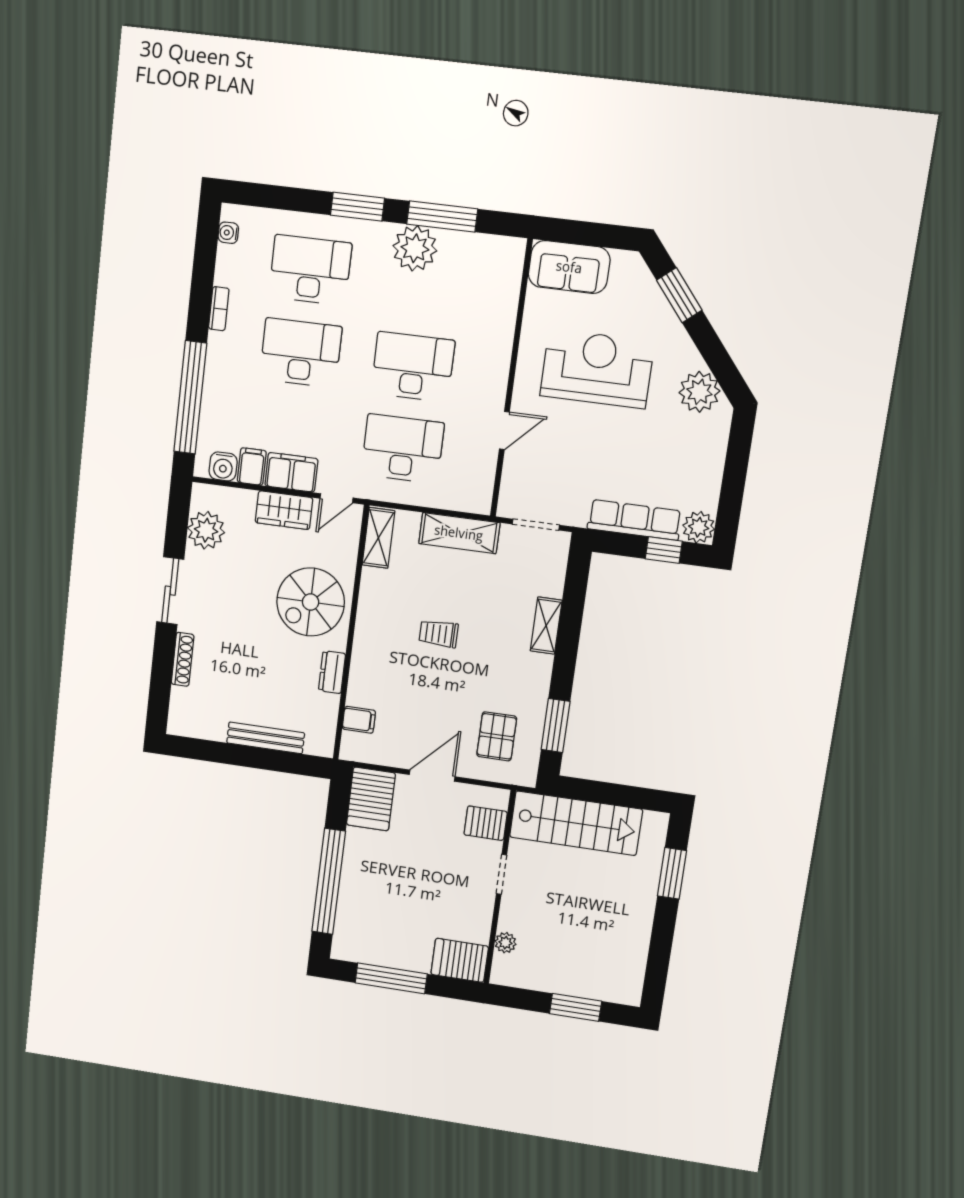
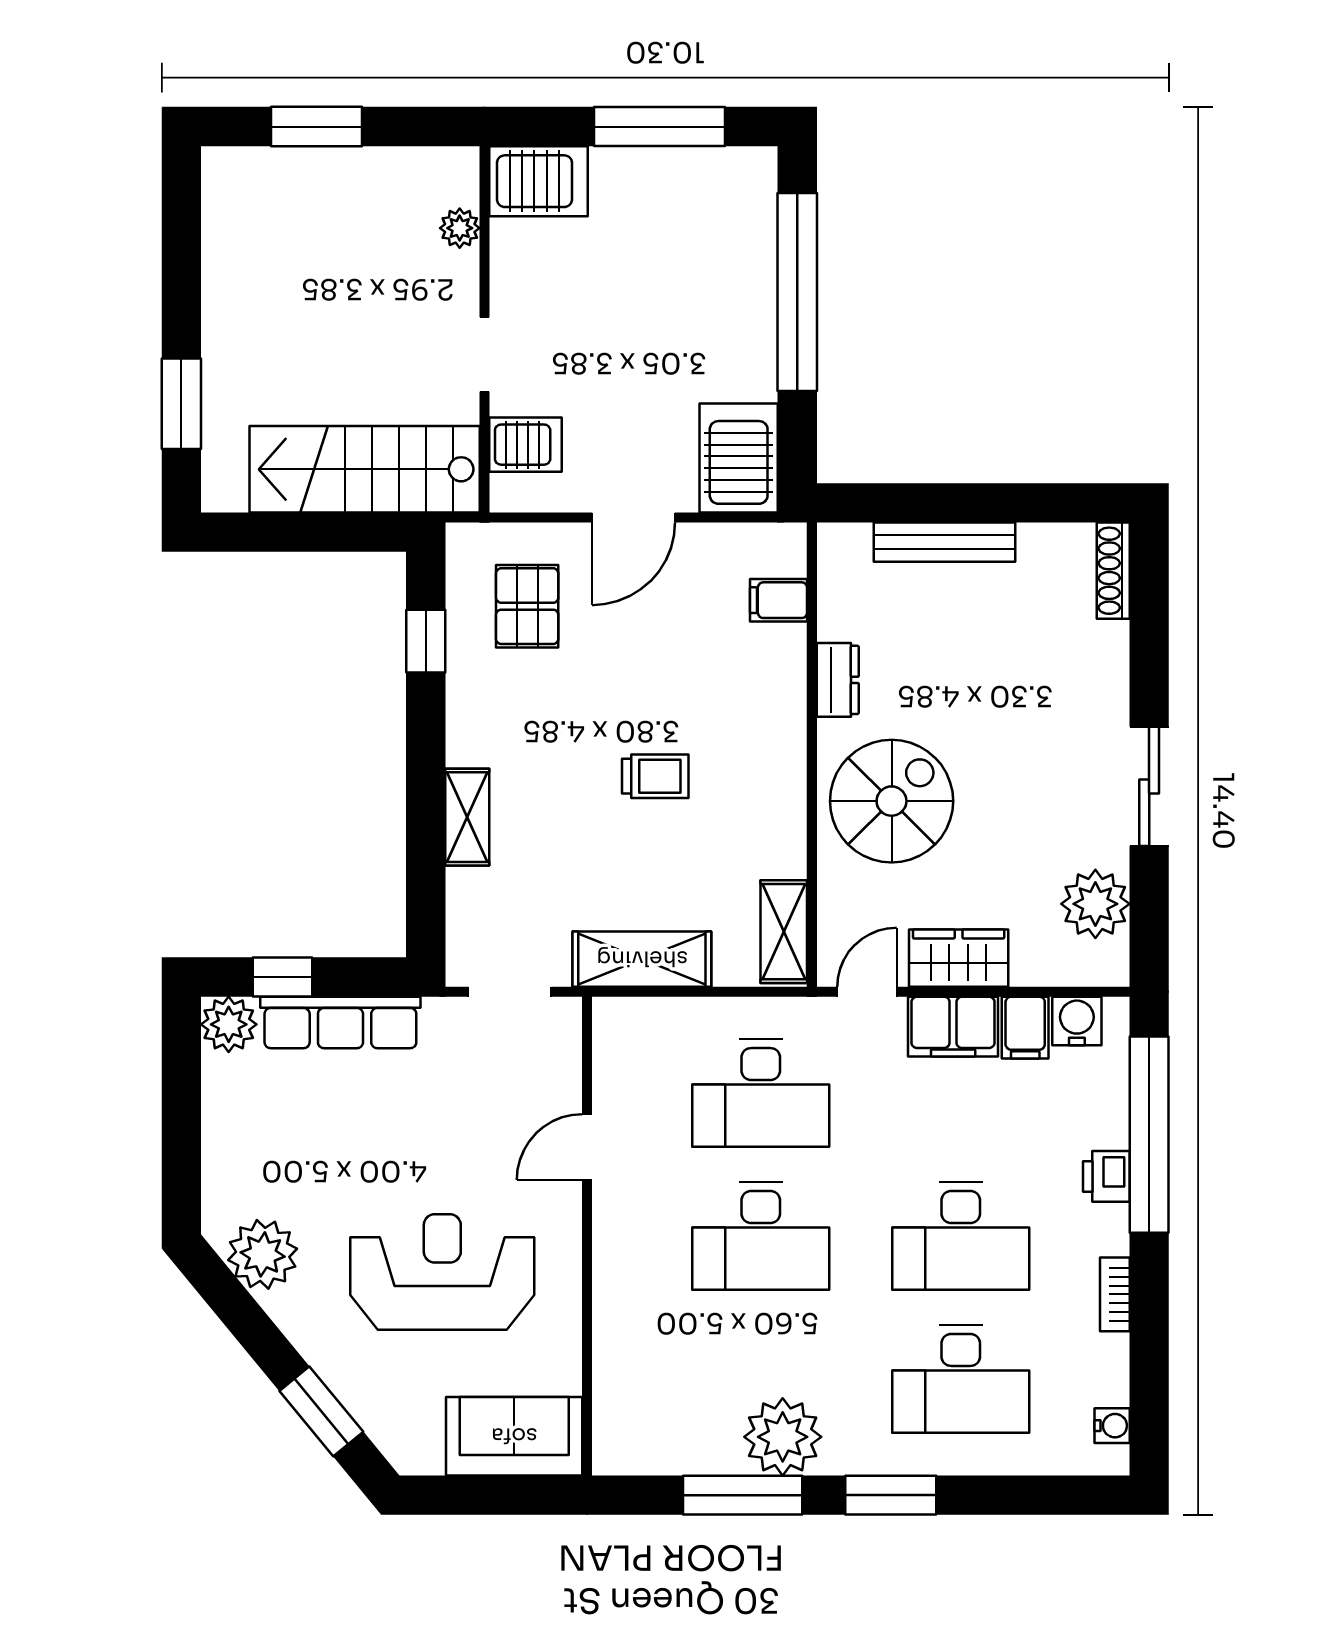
reception desk: (597, 369) -> (442, 1272), turned 180
printer: (216, 377) -> (1106, 1176), added
shoe rack: (183, 659) -> (1113, 571), moved
window: (555, 725) -> (426, 641), width x0.67

